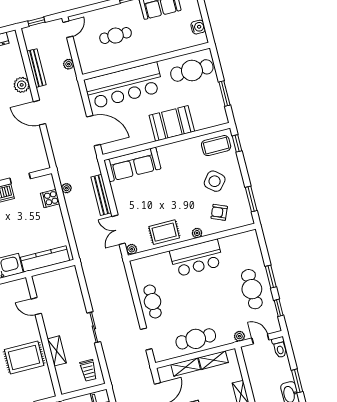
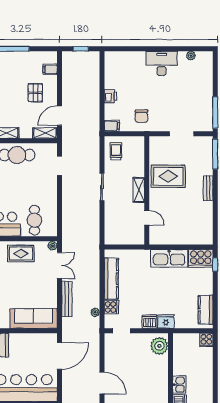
door: (93, 131) -> (59, 356), swing flipped
doorway: (20, 178) -> (122, 331), moved
kitchen counter: (45, 259) -> (111, 279), moved, turned -90
cafe table: (153, 302) -> (34, 220), moved
shelving: (57, 351) -> (139, 190), moved
shelving: (186, 367) -> (45, 133), moved

